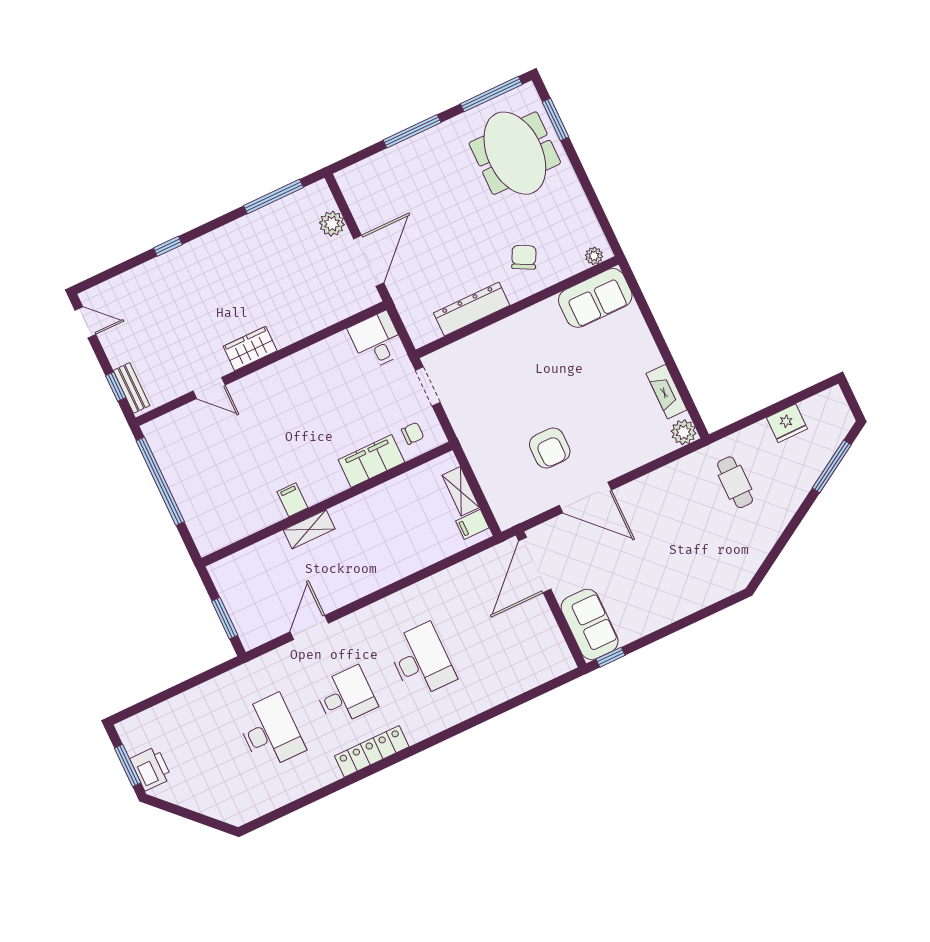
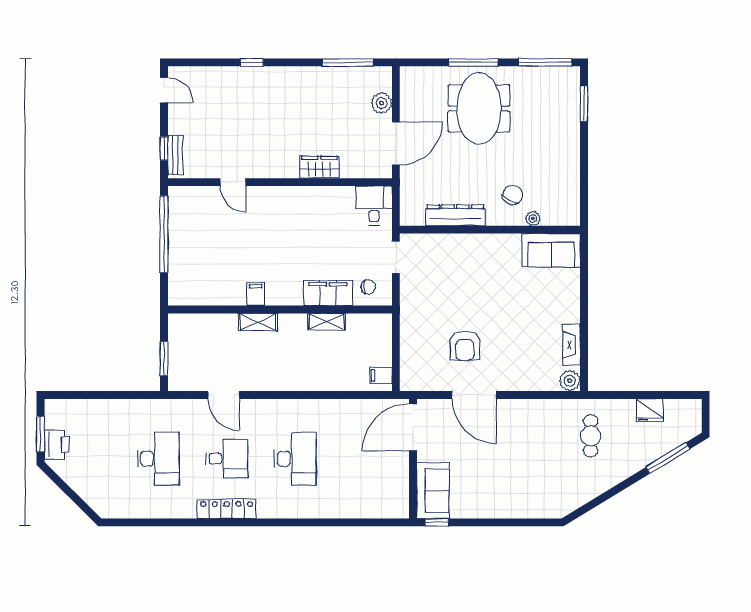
meeting table: (515, 153) -> (479, 109), moved
plant: (594, 256) -> (533, 219), moved
wardrobe: (250, 349) -> (319, 167), moved
shelving: (461, 491) -> (327, 322), moved, turned 90
door: (309, 628) -> (224, 395), swing flipped

